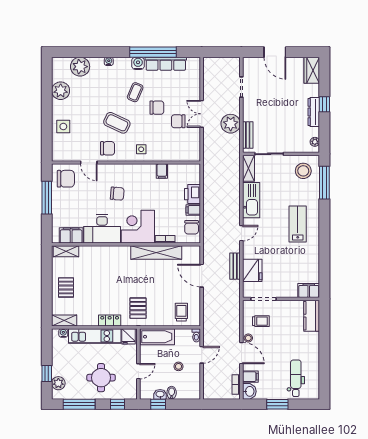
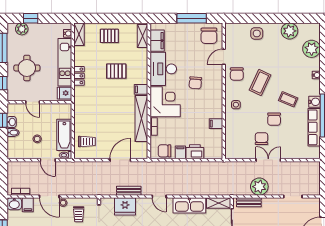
filing cabinet: (124, 253) -> (141, 89), added
pallet: (138, 308) -> (116, 71), moved
bathtub: (157, 337) -> (64, 135), moved
door: (241, 353) -> (49, 196), hinge flipped

